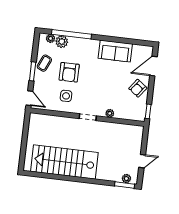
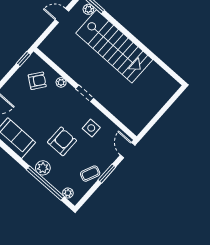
plant: (62, 42) -> (43, 168), moved
armchair: (69, 72) -> (62, 141), moved
armchair: (138, 88) -> (37, 81), moved
stairs: (64, 162) -> (114, 46), moved

